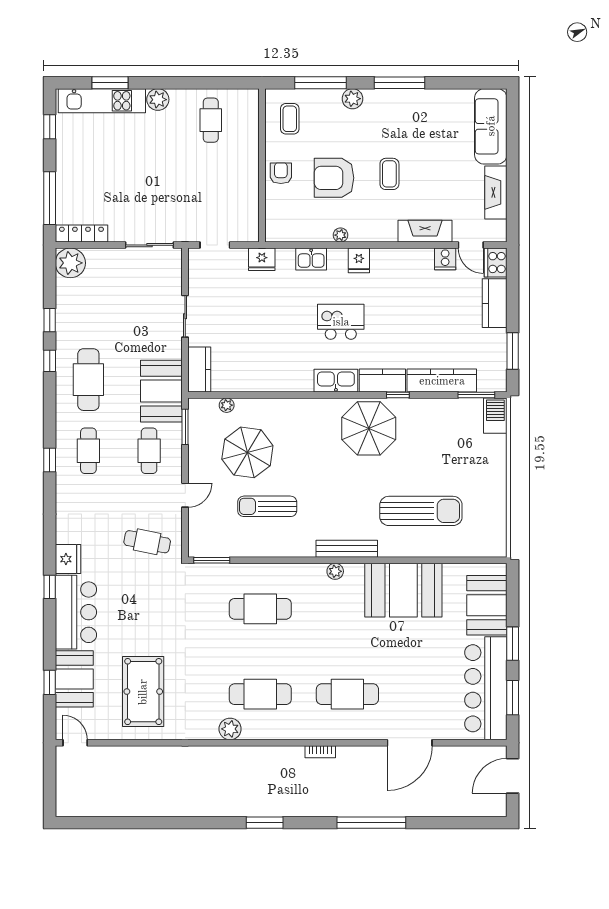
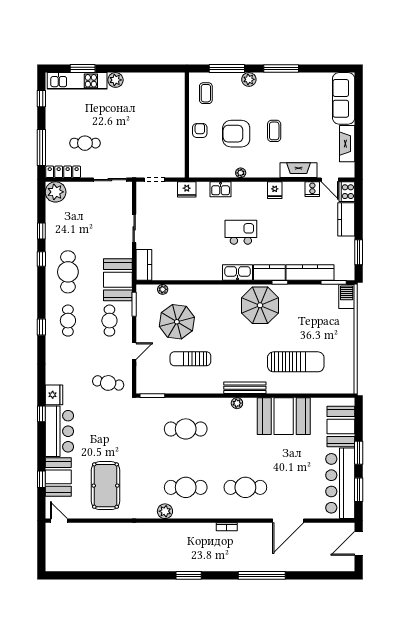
cafe table: (211, 120) -> (85, 143), moved, turned 90
fridge: (359, 260) -> (275, 190), moved

